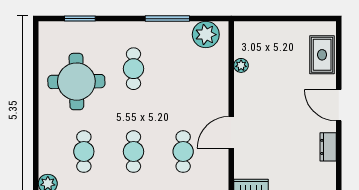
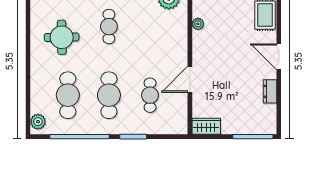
round table: (76, 82) -> (62, 37), width x0.73, depth x0.73
cafe table: (84, 152) -> (68, 95), width x1.37, depth x1.35
cafe table: (133, 152) -> (109, 95), width x1.37, depth x1.35

